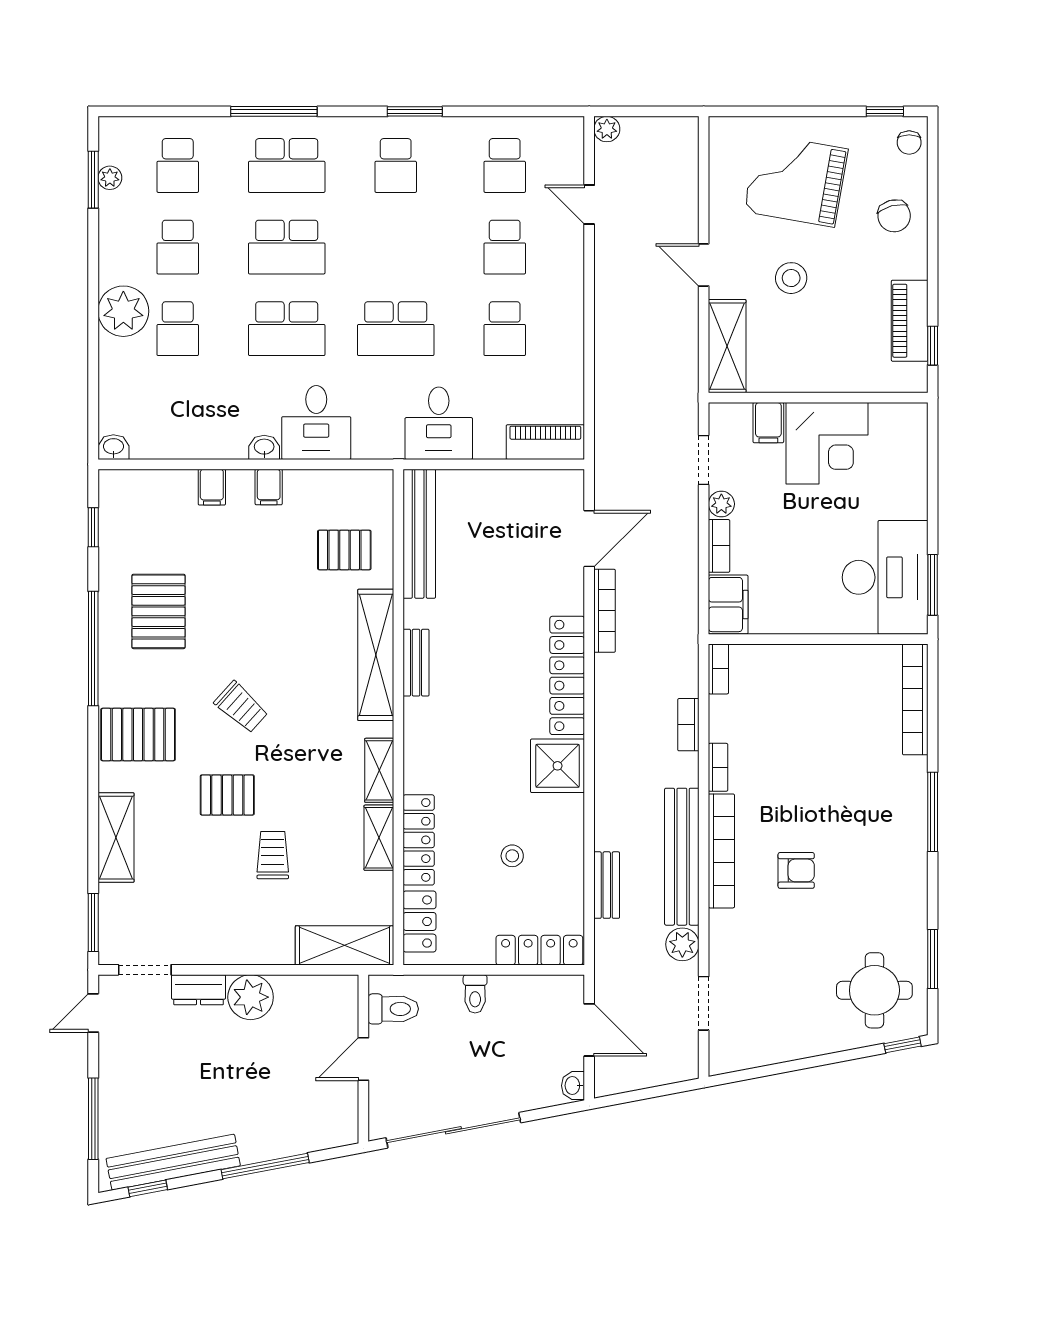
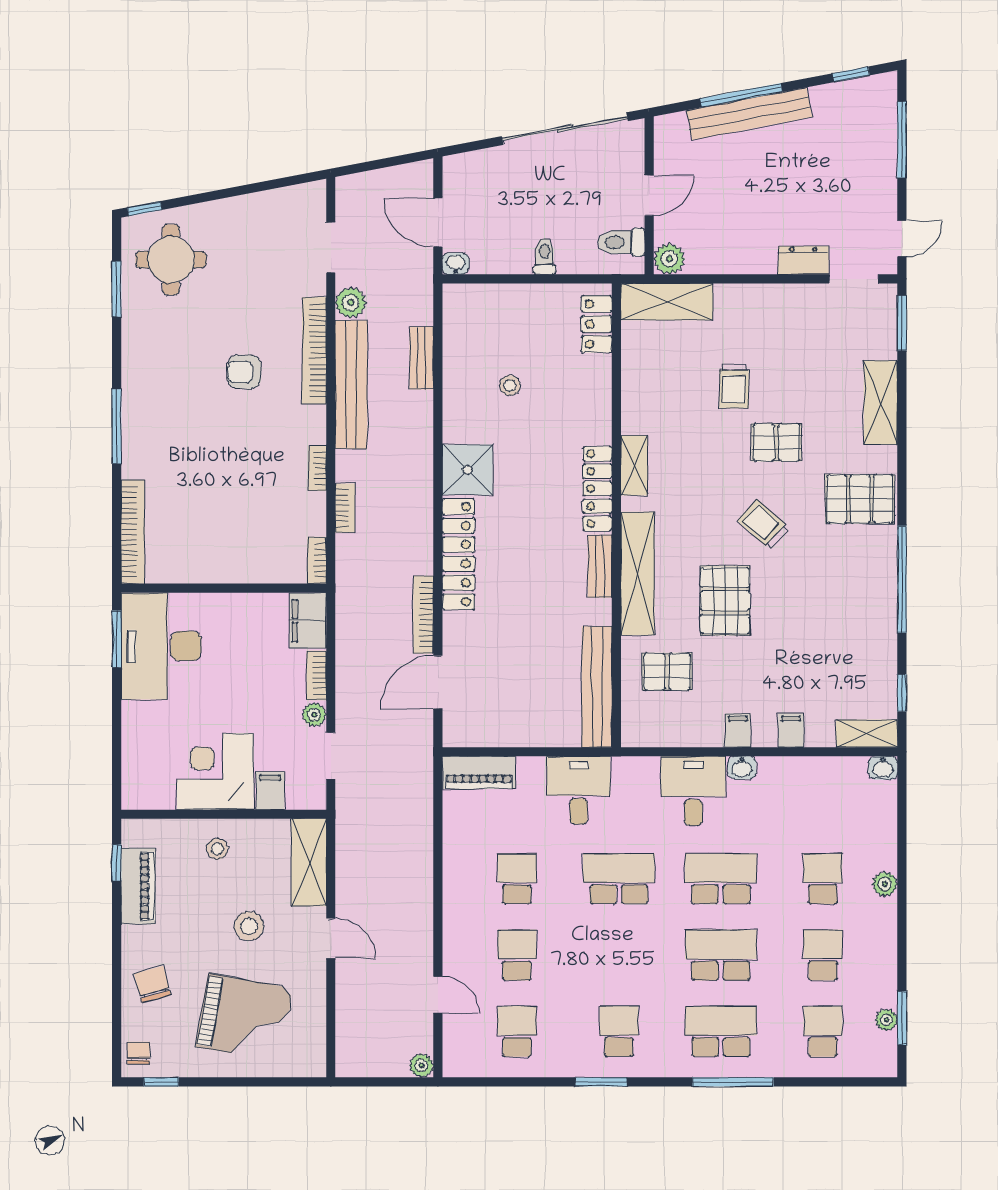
plant: (123, 311) -> (885, 884), width x0.53, depth x0.53
stool: (825, 361) -> (217, 849), added
pallet: (158, 611) -> (725, 601), moved
shelving: (379, 838) -> (867, 734), moved, turned 90
locker: (419, 840) -> (597, 489), moved
bookcase: (721, 851) -> (314, 350), moved
locker: (539, 950) -> (484, 297), removed
plant: (251, 997) -> (669, 259), moved, width x0.73, depth x0.73
washbasin: (573, 1086) -> (456, 264), moved, turned -90
bench: (173, 1162) -> (749, 114), moved

